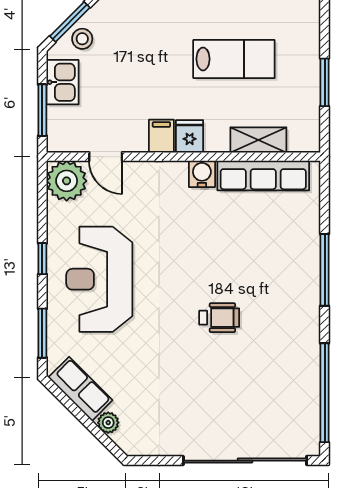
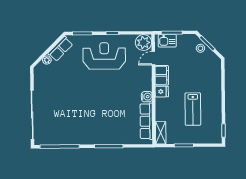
kitchen sink: (63, 82) -> (167, 41), moved
filing cabinet: (161, 136) -> (162, 75), width x2.00
shelving: (258, 140) -> (161, 133), moved
wheelchair: (219, 318) -> (89, 104), removed

